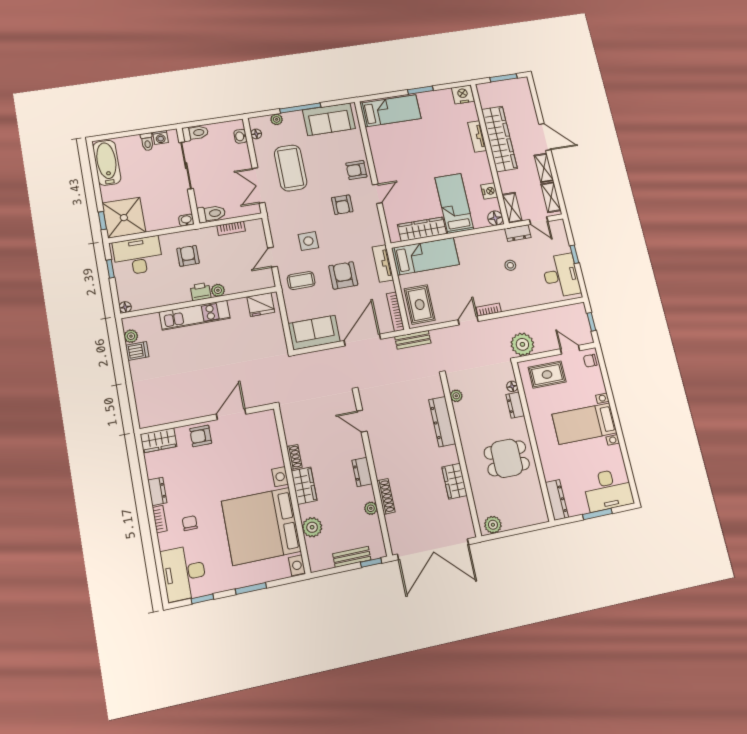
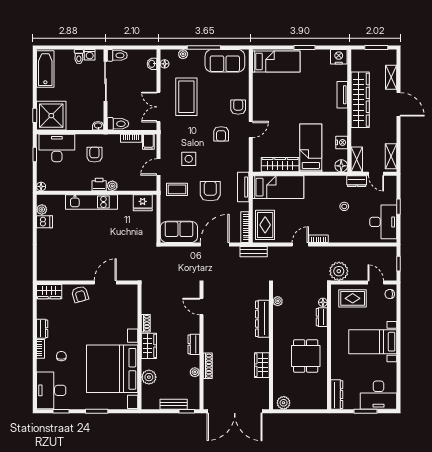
shelving: (544, 168) -> (391, 77), moved
armchair: (356, 170) -> (238, 107), turned 90
filing cabinet: (254, 229) -> (148, 142), added
armchair: (201, 436) -> (80, 294), turned -106
dining table: (507, 458) -> (306, 356), turned 90

